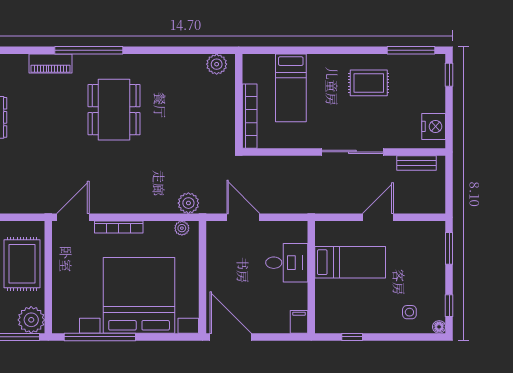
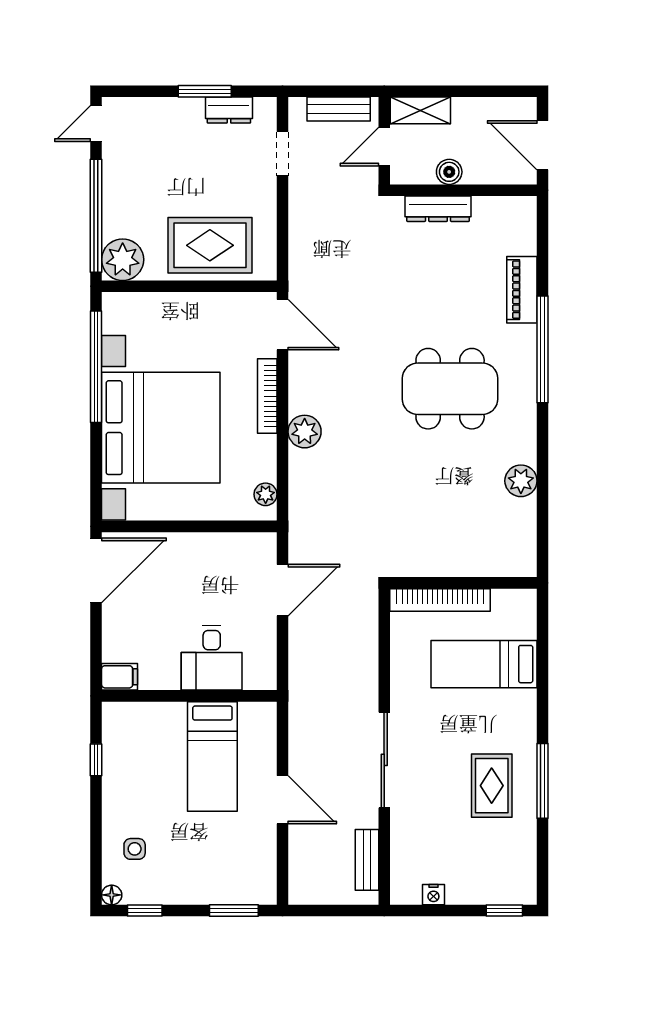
window: (411, 50) -> (542, 781), moved
plant: (217, 64) -> (521, 481), moved
nightstand: (434, 126) -> (433, 895), width x0.53, depth x0.56
plant: (188, 203) -> (305, 432), moved

